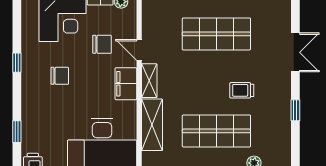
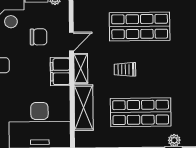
door: (139, 50) -> (71, 42), swing flipped
trolley: (242, 90) -> (125, 69), moved

